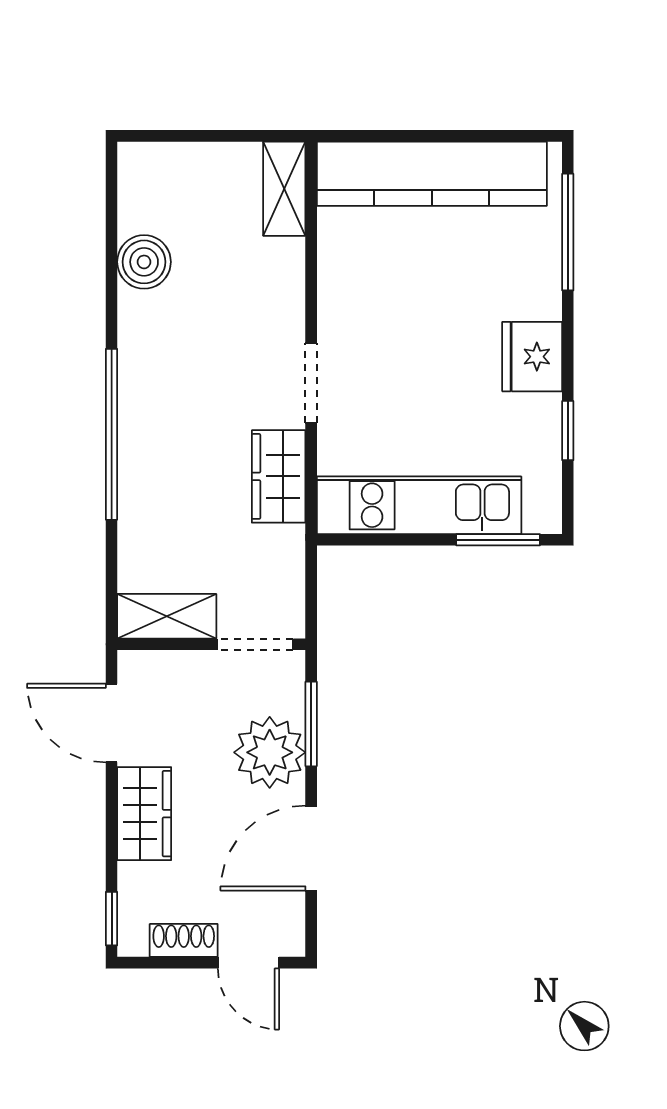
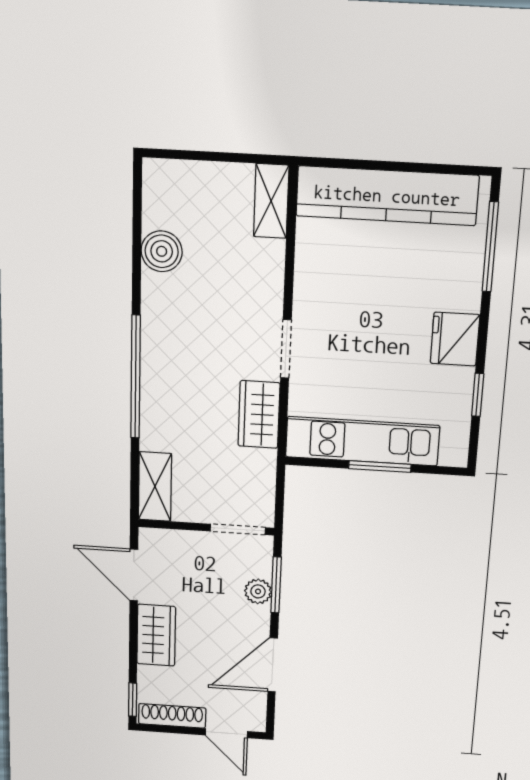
window: (498, 540) -> (380, 467), moved
shelving: (167, 616) -> (155, 487), moved, turned 90
plant: (270, 752) -> (258, 591), width x0.53, depth x0.53
shoe rack: (184, 940) -> (172, 716), width x1.43

